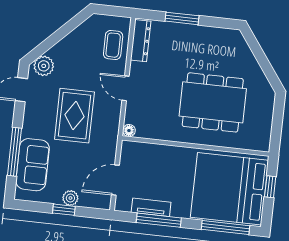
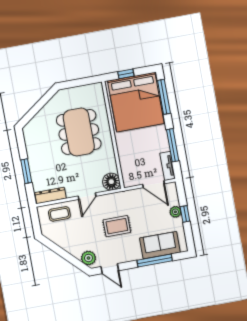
rug: (74, 116) -> (117, 226), width x0.73, depth x0.70
floor lamp: (129, 131) -> (111, 182), width x1.89, depth x1.89
tv unit: (151, 207) -> (167, 166), moved

